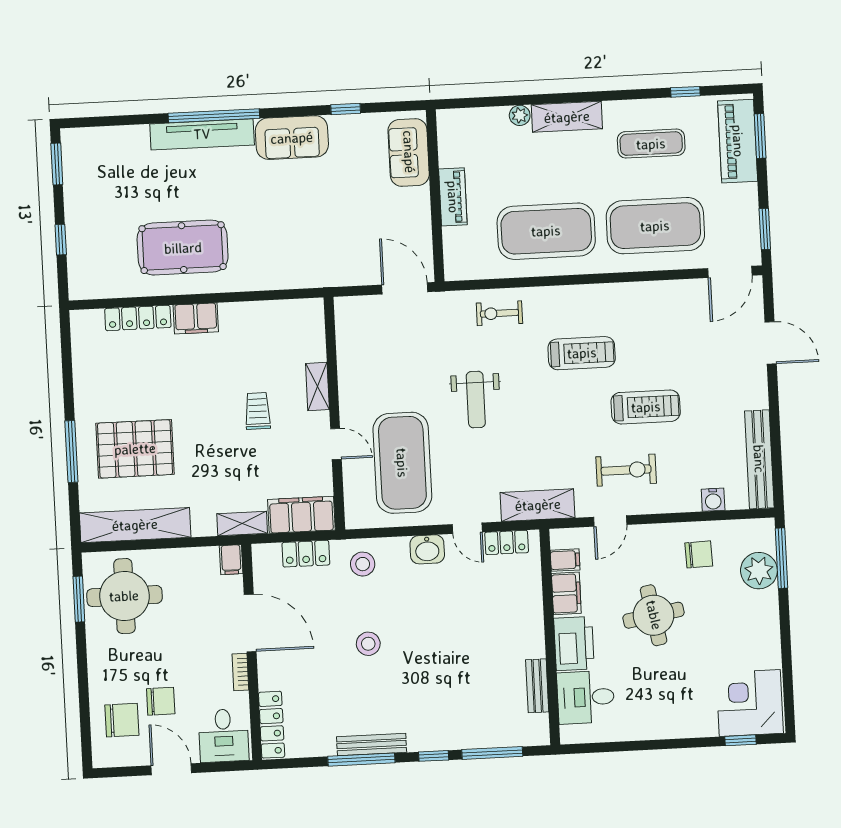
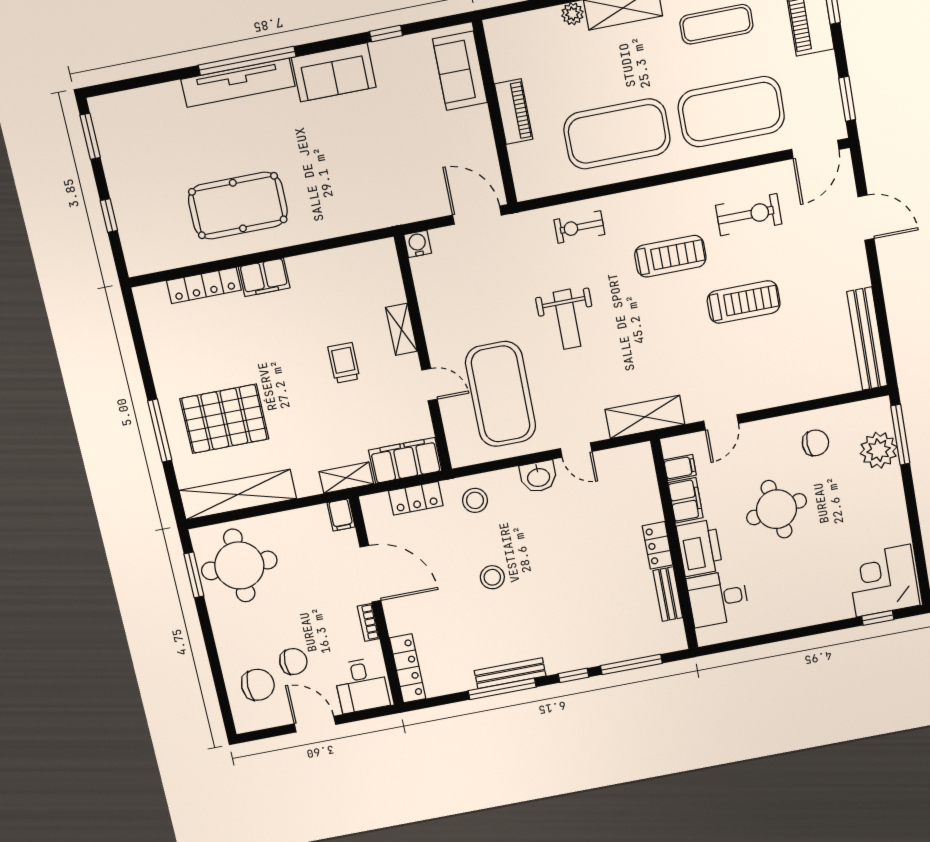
exercise bike: (626, 470) -> (749, 215), moved
water cooler: (713, 500) -> (418, 244), moved, turned 180
locker: (507, 542) -> (658, 545), moved, turned 90

